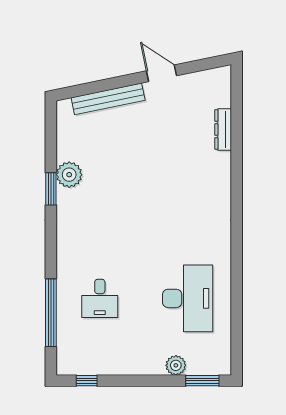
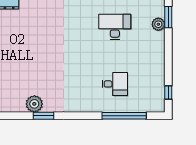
desk: (188, 298) -> (115, 27), width x0.73, depth x0.77
plant: (176, 365) -> (158, 24), moved

